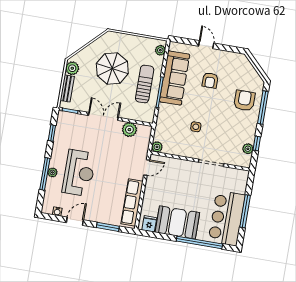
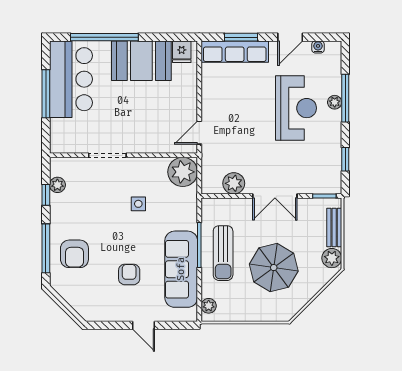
plant: (157, 147) -> (183, 172), width x1.87, depth x1.87
reception desk: (79, 173) -> (296, 108), turned 180
row of seats: (132, 203) -> (235, 52), moved, turned 90

